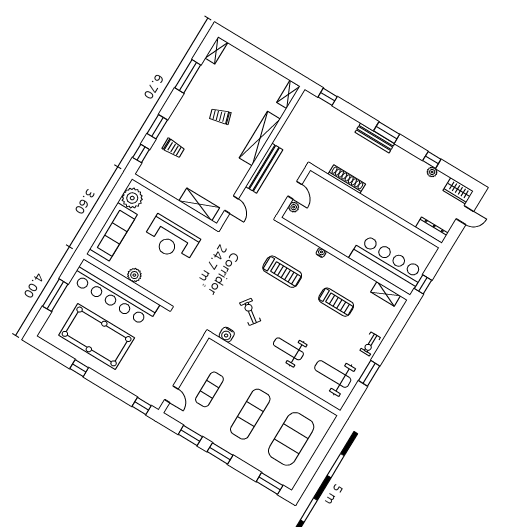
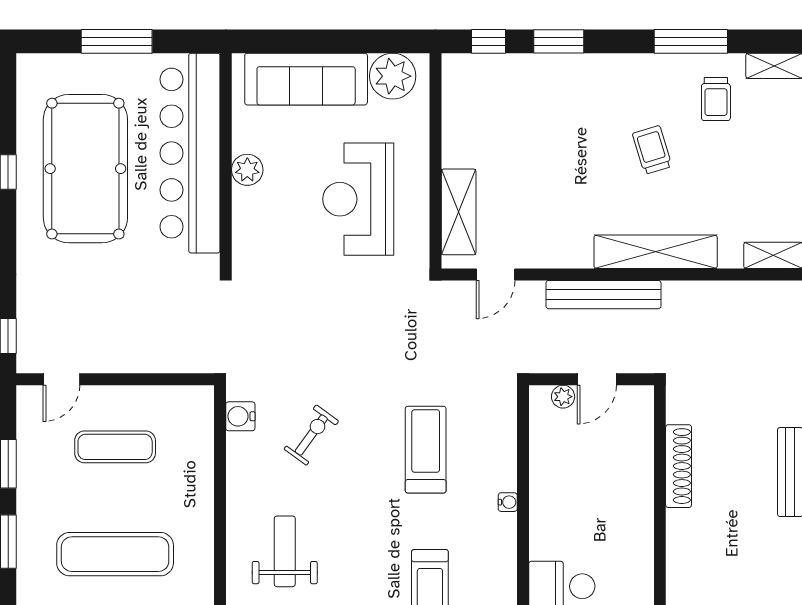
trolley: (173, 148) -> (716, 99), moved
treadmill: (282, 272) -> (426, 450), turned 180

